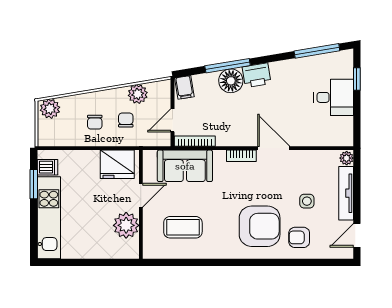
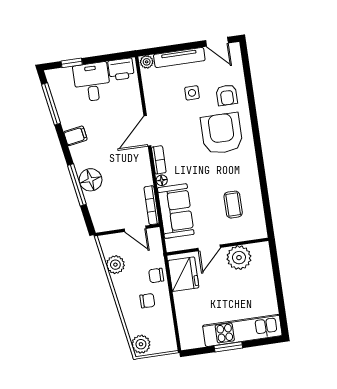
printer: (257, 75) -> (121, 69), moved, turned 99
filing cabinet: (184, 87) -> (75, 136), moved
chair: (126, 120) -> (156, 275), moved
floor lamp: (220, 156) -> (162, 180), added
dishwasher: (47, 167) -> (196, 339), removed
window: (34, 184) -> (228, 347), moved
door: (141, 195) -> (209, 248), swing flipped
coffee table: (183, 227) -> (233, 205), width x0.73, depth x0.77

